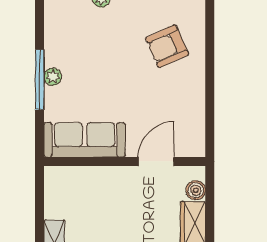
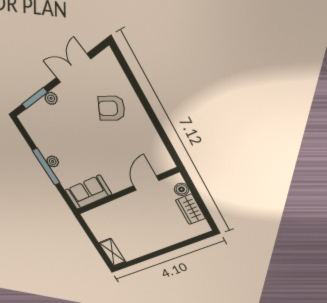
armchair: (167, 46) -> (112, 108), turned 49
sofa: (85, 140) -> (88, 192), width x0.73

